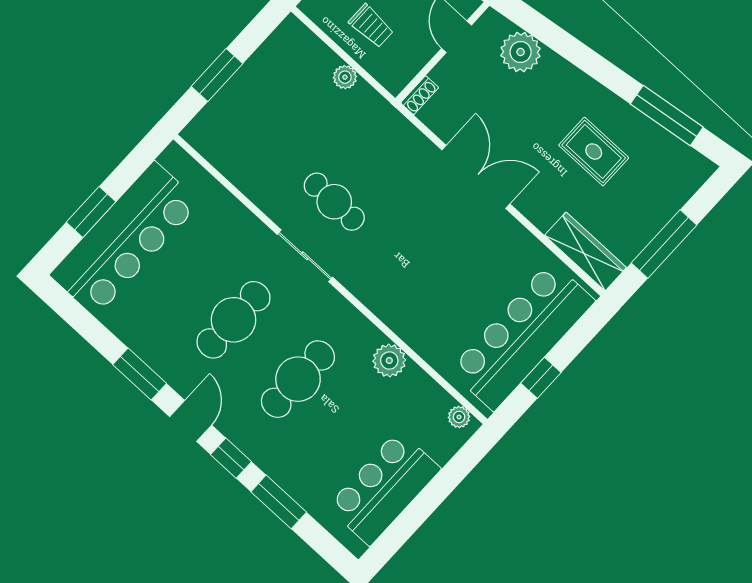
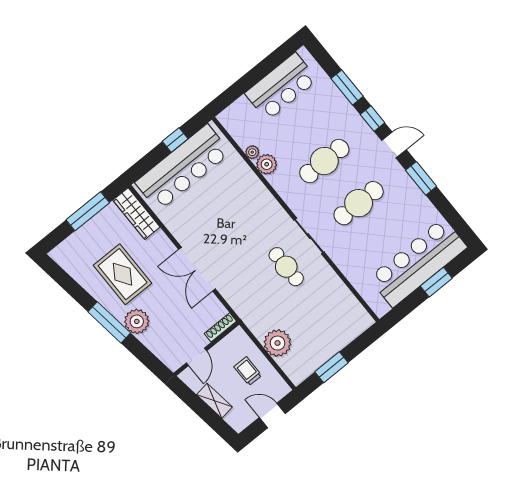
plant: (521, 52) -> (137, 321), moved
window: (217, 75) -> (332, 367), moved
plant: (345, 77) -> (278, 343), width x1.87, depth x1.87
shoe rack: (420, 95) -> (220, 327), width x1.43
window: (667, 116) -> (109, 322), moved
rug: (594, 152) -> (123, 274), width x1.36, depth x1.43
plant: (459, 417) -> (252, 152), moved
door: (191, 421) -> (394, 145), swing flipped

